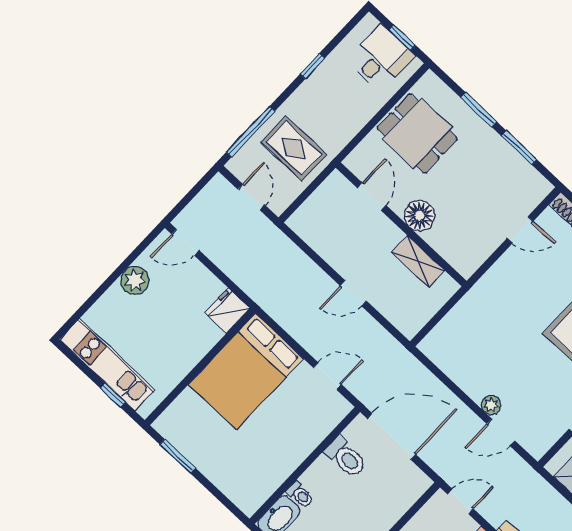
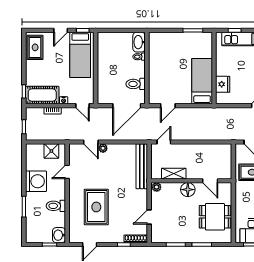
plant: (465, 266) -> (157, 187), added
door: (354, 293) -> (164, 142), moved
fridge: (227, 311) -> (223, 84), moved
bench: (457, 320) -> (142, 166), added
bed: (246, 371) -> (202, 81), width x0.67
door: (501, 432) -> (91, 142), swing flipped
door: (460, 501) -> (82, 106), hinge flipped

